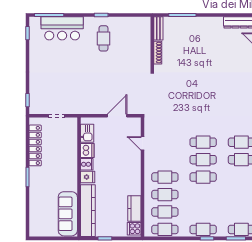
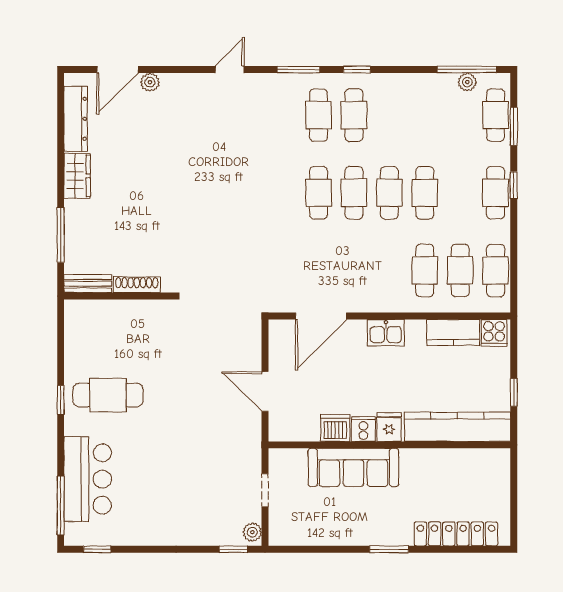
wardrobe: (211, 23) -> (77, 176), added
cafe table: (103, 38) -> (108, 395), width x1.37, depth x1.35
plant: (36, 110) -> (252, 532), added
door: (117, 116) -> (265, 392), moved
kitchen sink: (87, 133) -> (386, 333), moved, turned 180
door: (142, 143) -> (321, 316), width x1.88
locker: (35, 145) -> (456, 534), moved
cafe table: (165, 177) -> (425, 193), moved
sofa: (68, 214) -> (353, 467), moved

